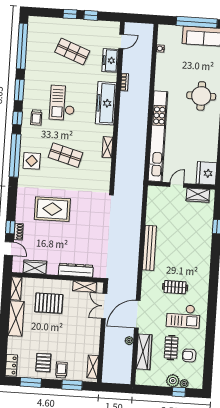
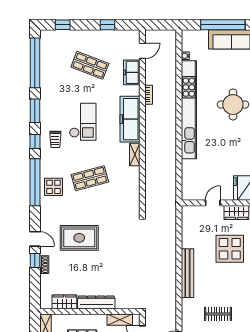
window: (70, 14) -> (63, 25), moved
checkout: (62, 103) -> (83, 122), turned 180
kitchen unit: (158, 136) -> (189, 110), moved
shelving: (107, 147) -> (135, 155), moved
shop shelf: (66, 155) -> (90, 178), turned -30
display table: (190, 228) -> (230, 249), added
door: (9, 249) -> (35, 239), moved
dresser: (76, 270) -> (96, 302), moved

